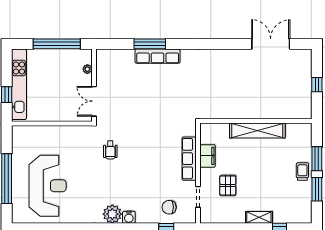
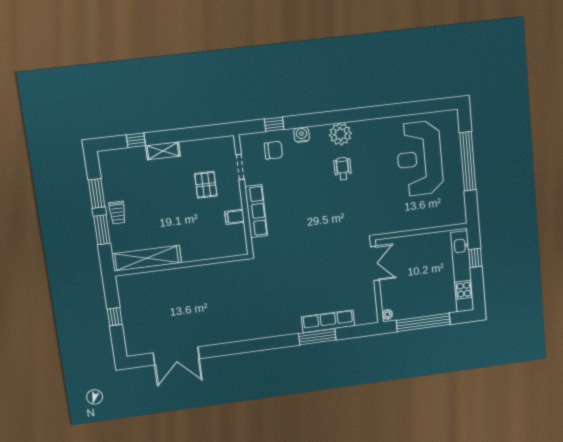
row of seats: (158, 56) -> (328, 321), moved
plant: (87, 69) -> (387, 314), moved
shelving: (257, 131) -> (147, 258), moved
wheelchair: (110, 150) -> (343, 169), moved
filing cabinet: (208, 156) -> (235, 217), width x0.50
water cooler: (129, 217) -> (302, 135), moved

